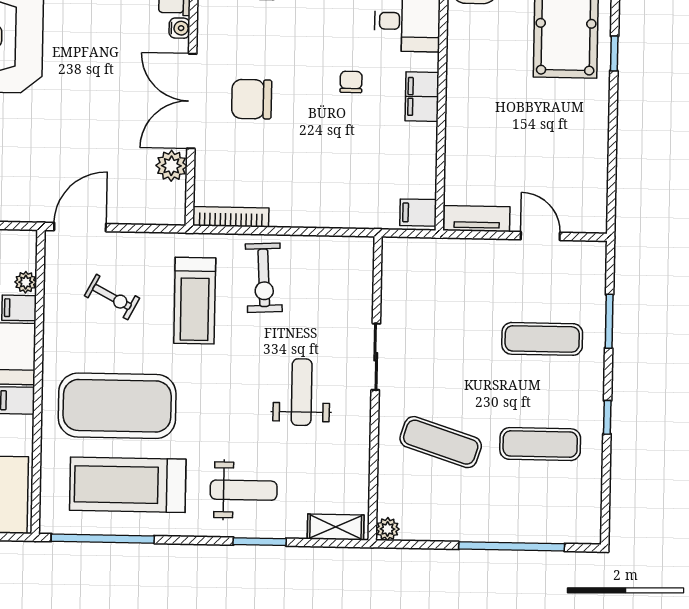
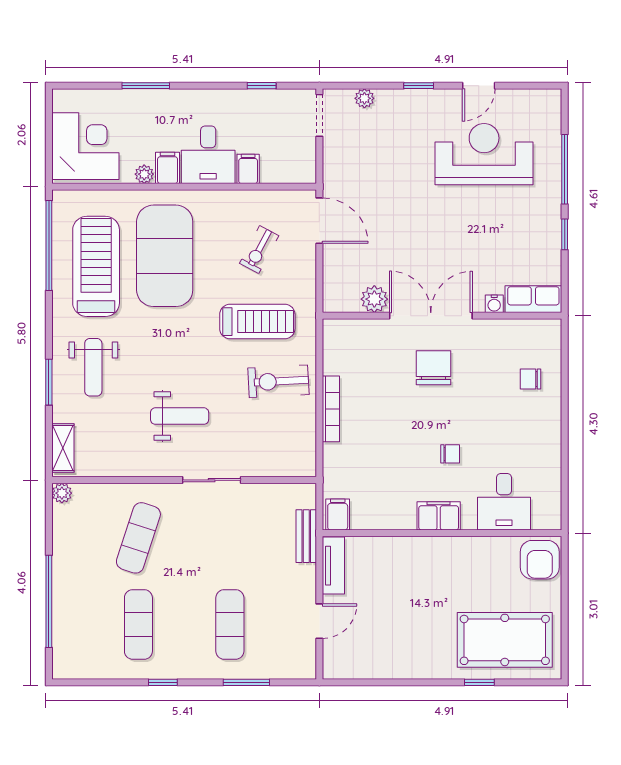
bookcase: (231, 217) -> (331, 409), moved
bench: (442, 249) -> (306, 536), added
plant: (26, 282) -> (144, 174), moved
treadmill: (195, 301) -> (257, 322), turned 180

